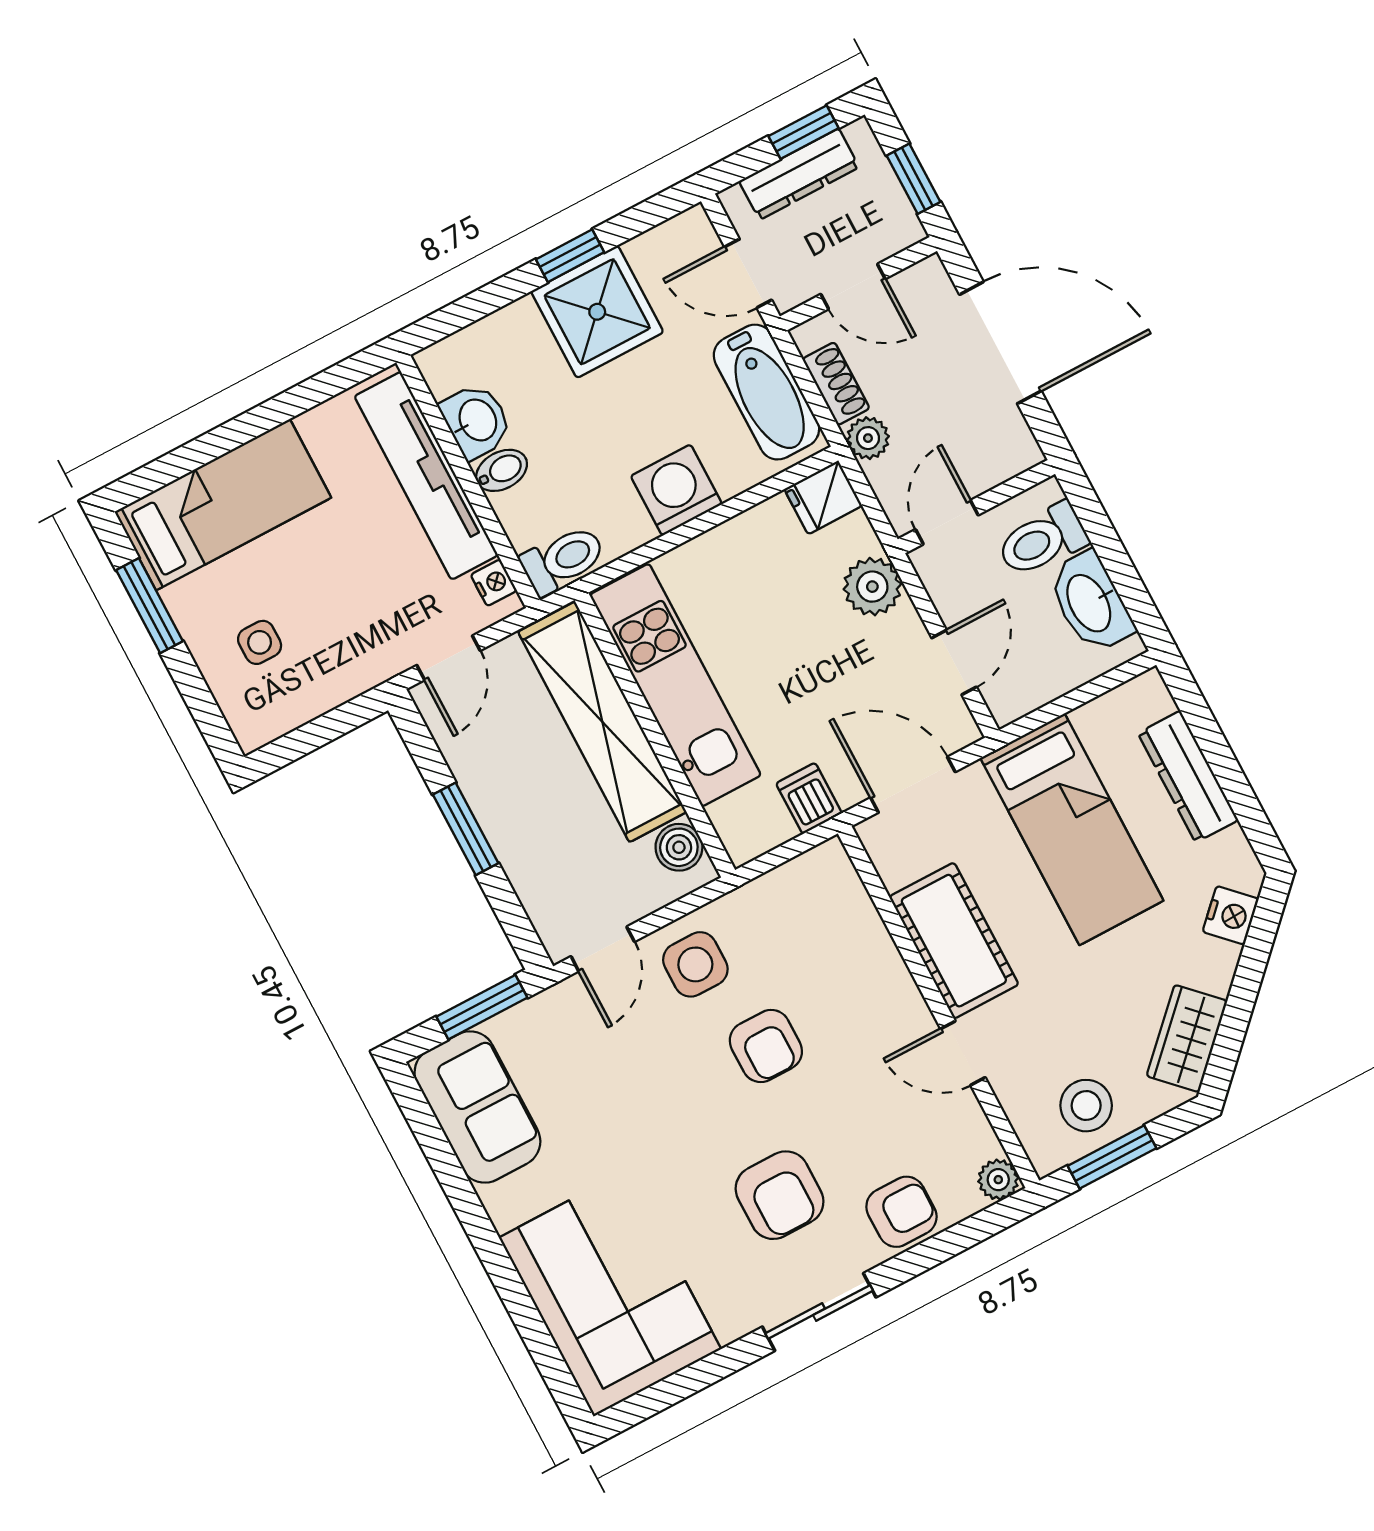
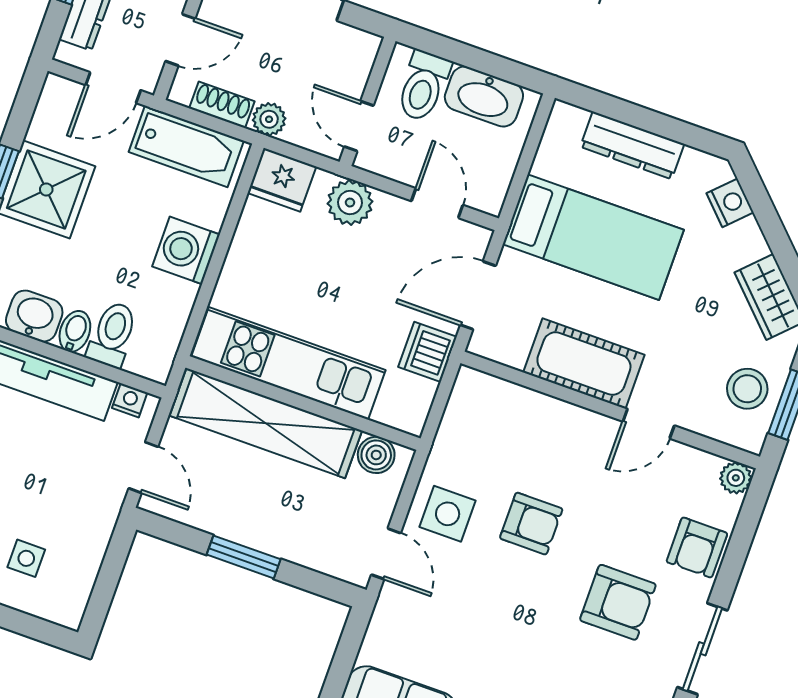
fridge: (823, 497) -> (282, 180), width x1.38
toilet: (563, 560) -> (112, 334), moved
dishwasher: (809, 798) -> (427, 352), width x1.38
window: (482, 1007) -> (347, 651), removed
armchair: (901, 1212) -> (697, 547), turned 180

